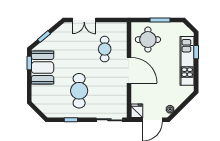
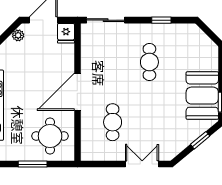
door: (129, 70) -> (77, 92), hinge flipped
cafe table: (79, 91) -> (149, 62), width x0.73, depth x0.74

